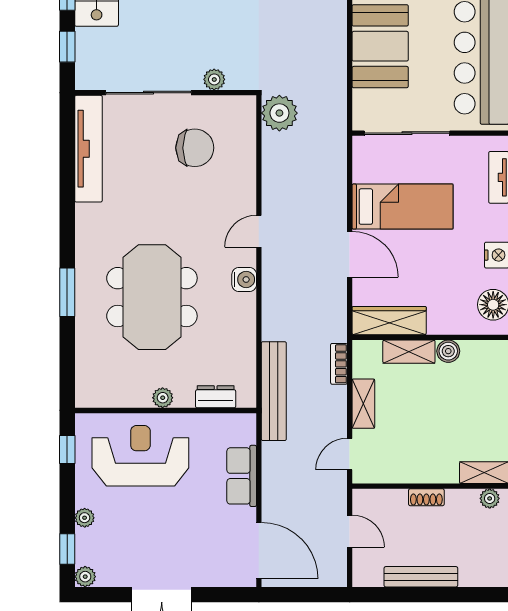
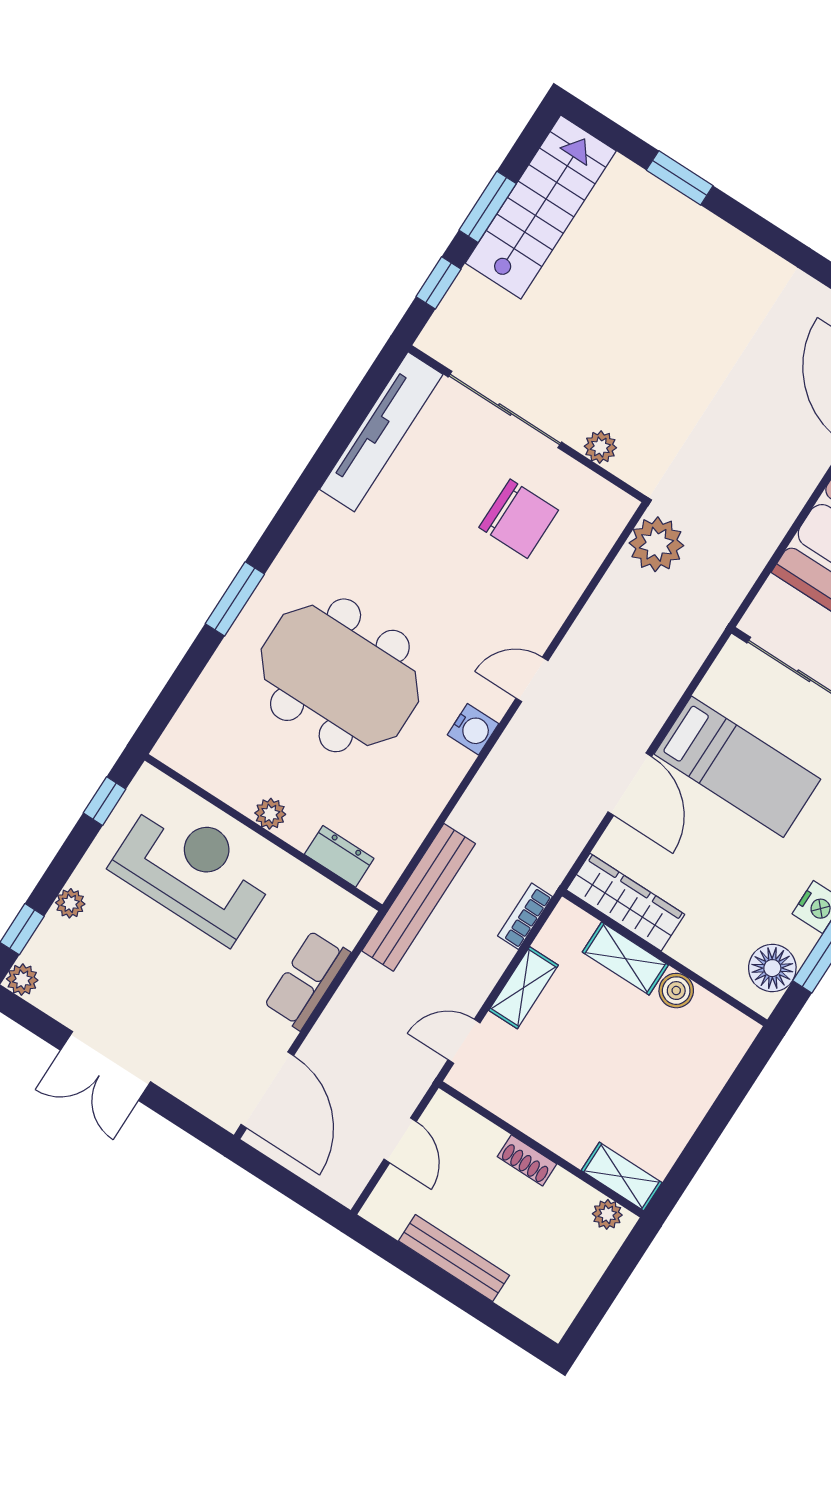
meeting table: (152, 297) -> (340, 675), turned 90

